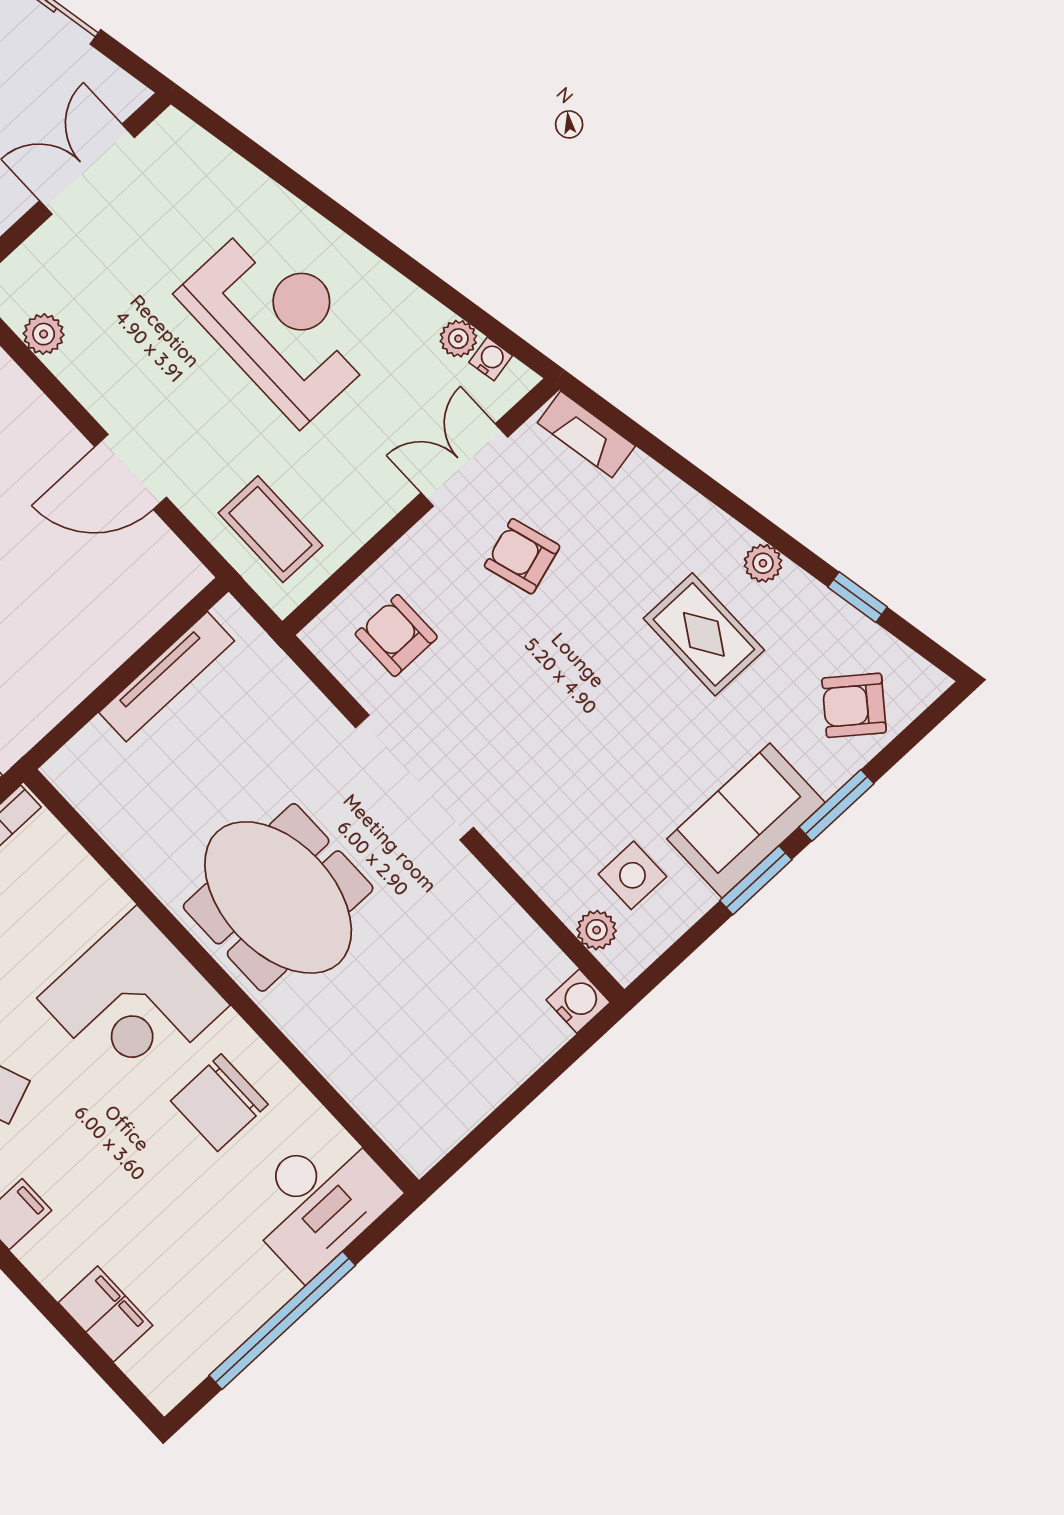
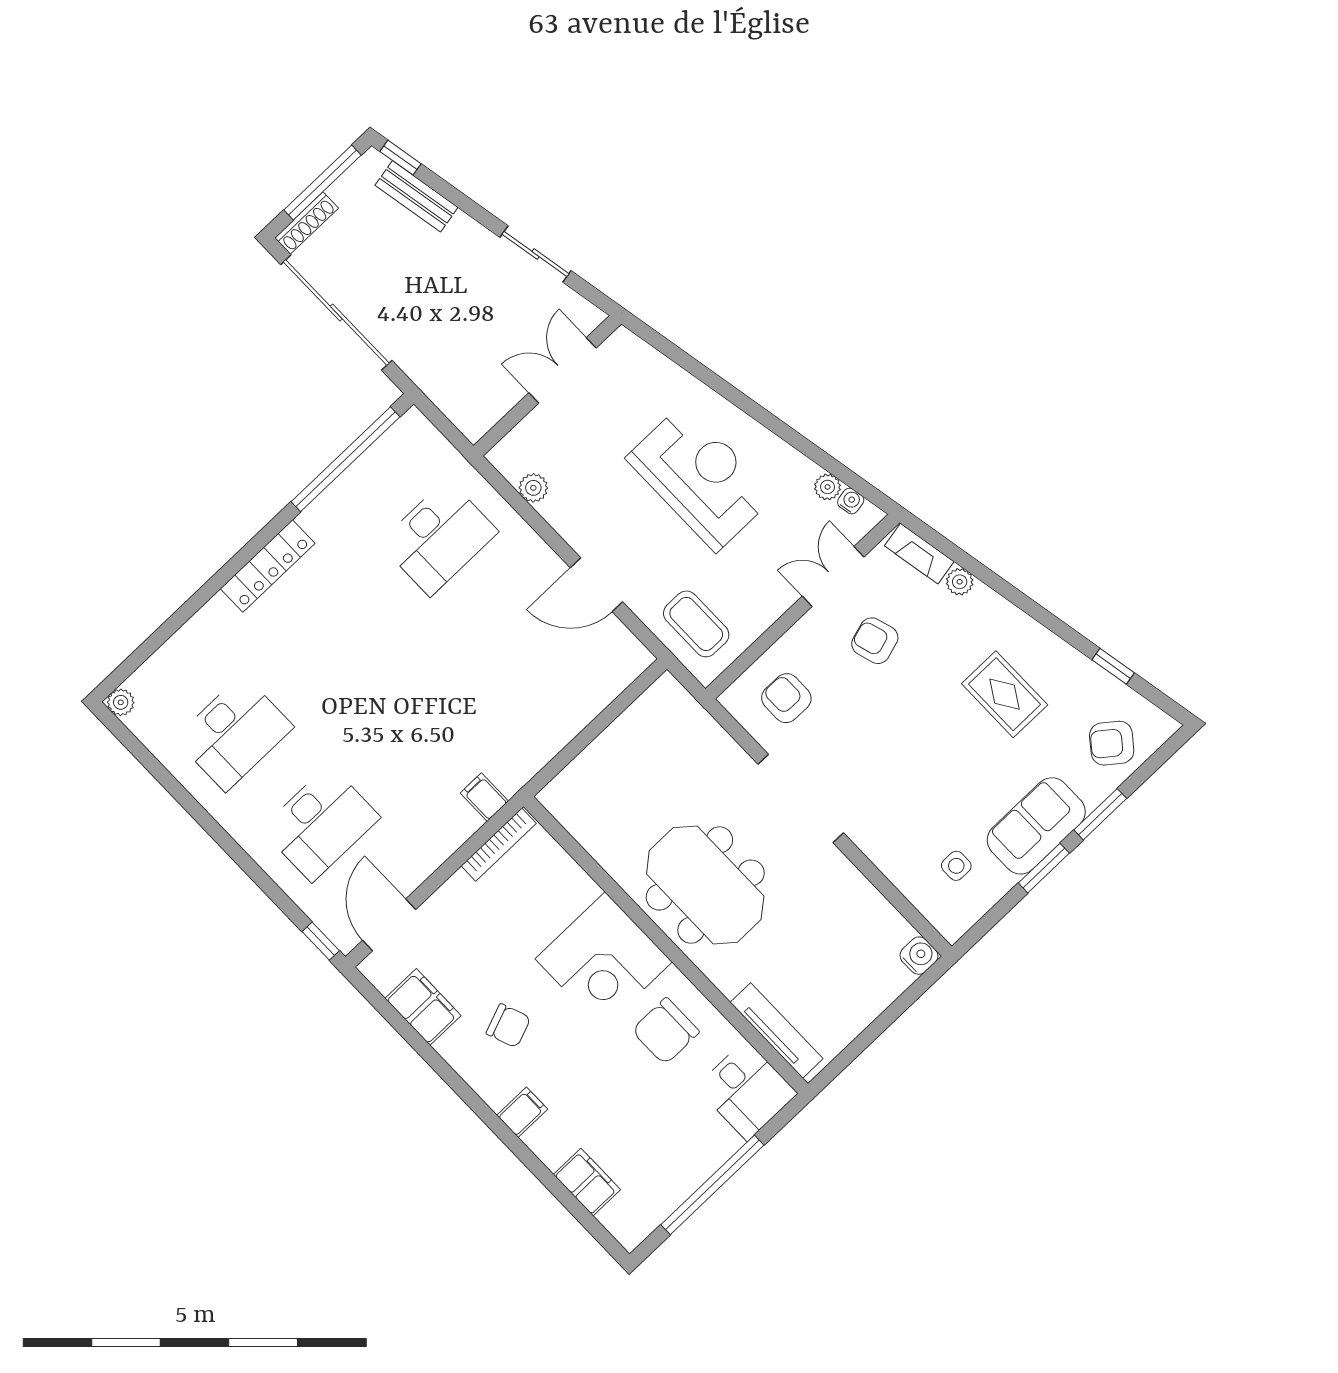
plant: (763, 563) -> (960, 582), moved
tv unit: (167, 677) -> (777, 1030), moved, turned -90
side table: (632, 875) -> (956, 866), width x0.73, depth x0.73
plant: (597, 930) -> (931, 905), removed
desk: (319, 1200) -> (746, 1090), width x0.73

